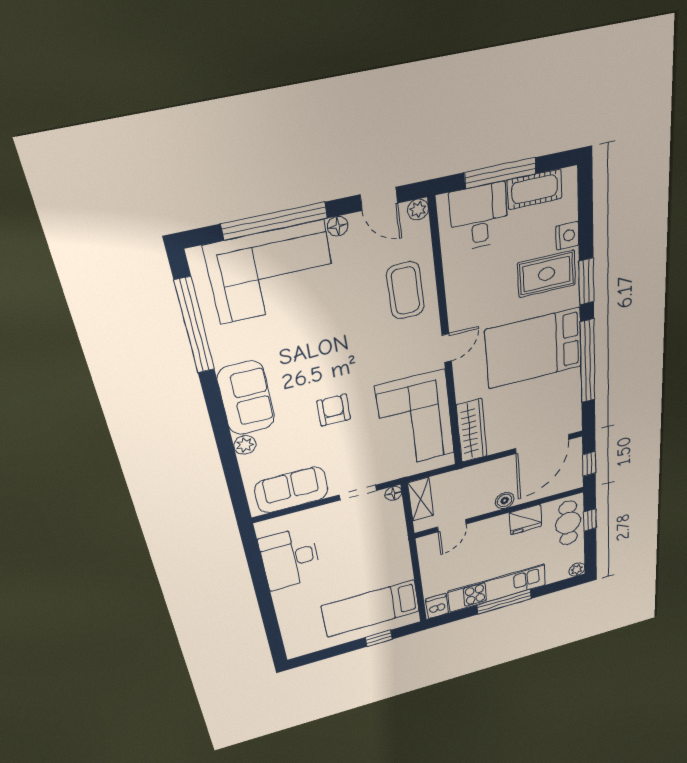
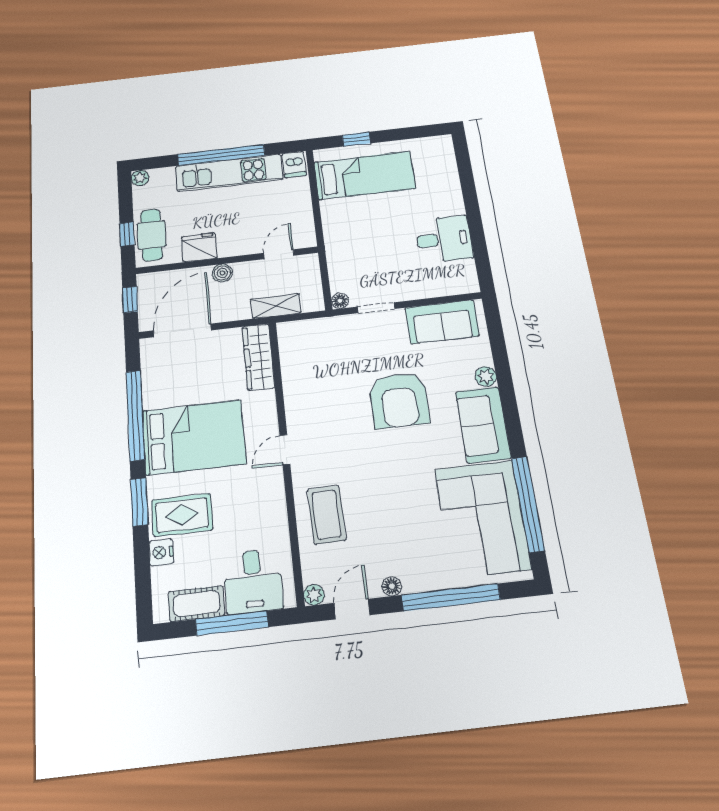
door: (379, 199) -> (352, 609), hinge flipped
corner sofa: (272, 273) -> (482, 519), moved, turned -90
armchair: (334, 410) -> (399, 400), width x1.88, depth x1.88
corner sofa: (416, 420) -> (317, 377), removed
shelving: (421, 499) -> (276, 306), moved, turned 90
desk: (290, 559) -> (444, 239), width x0.73
window: (504, 602) -> (221, 155), width x1.46

